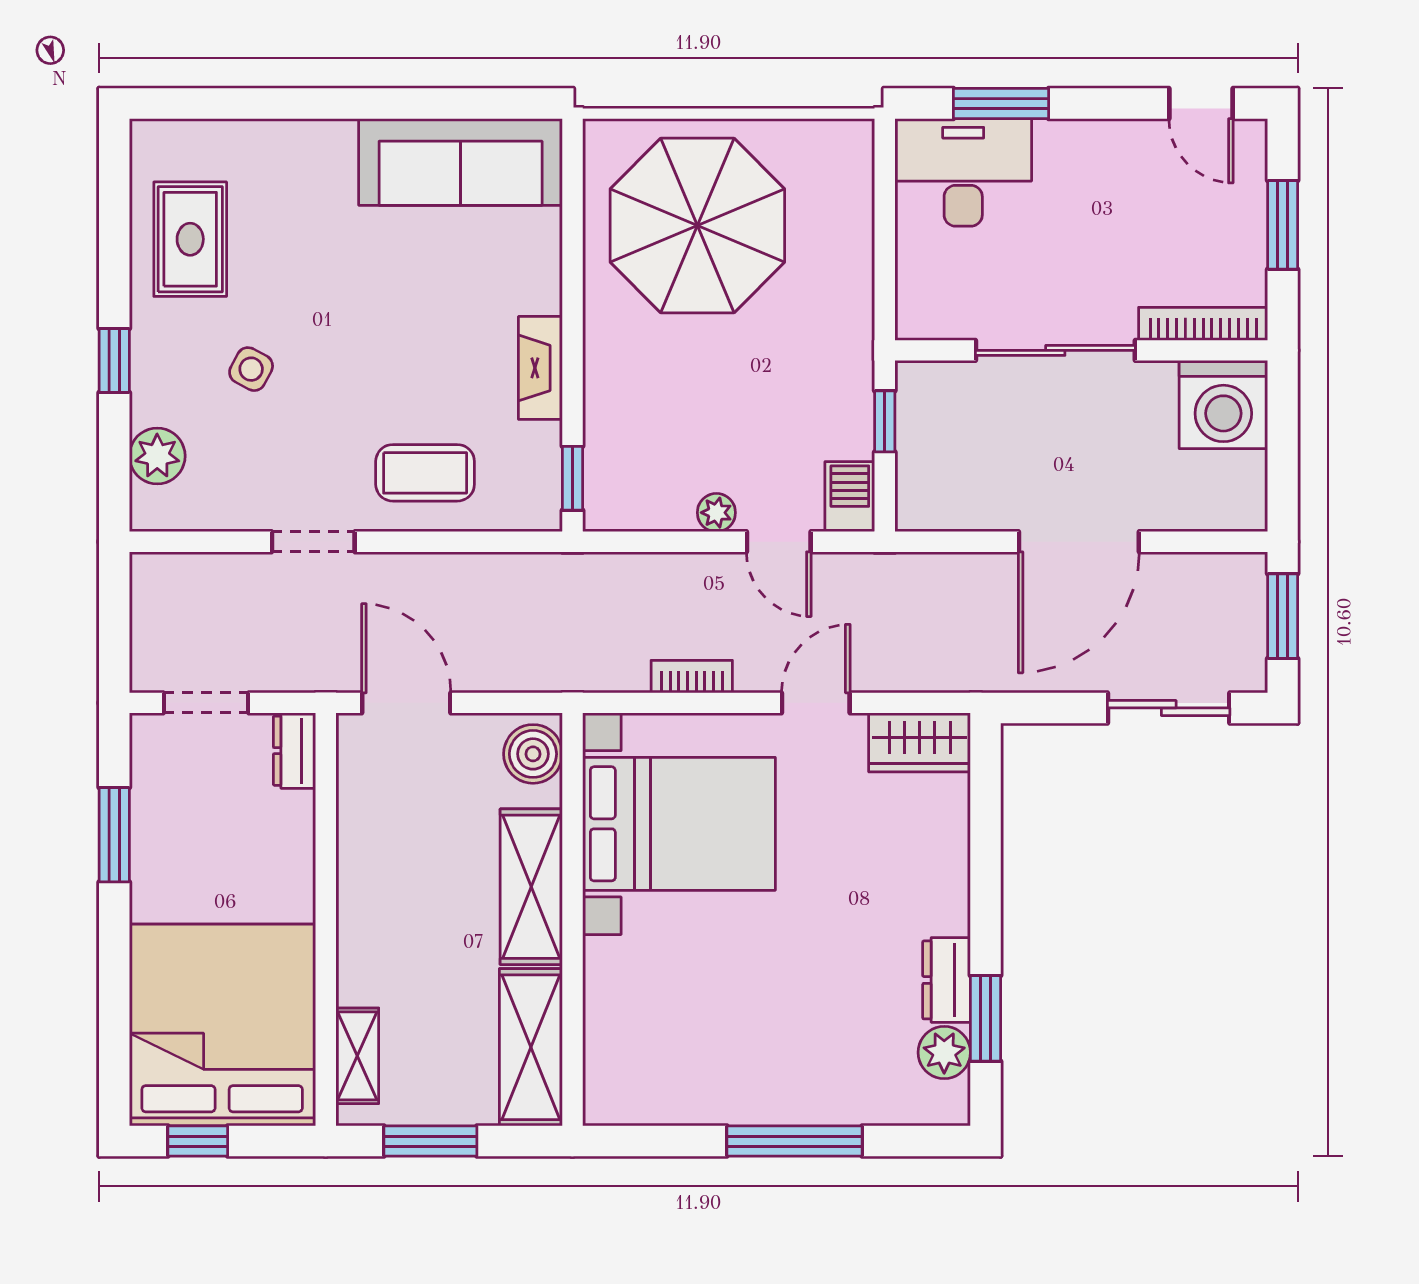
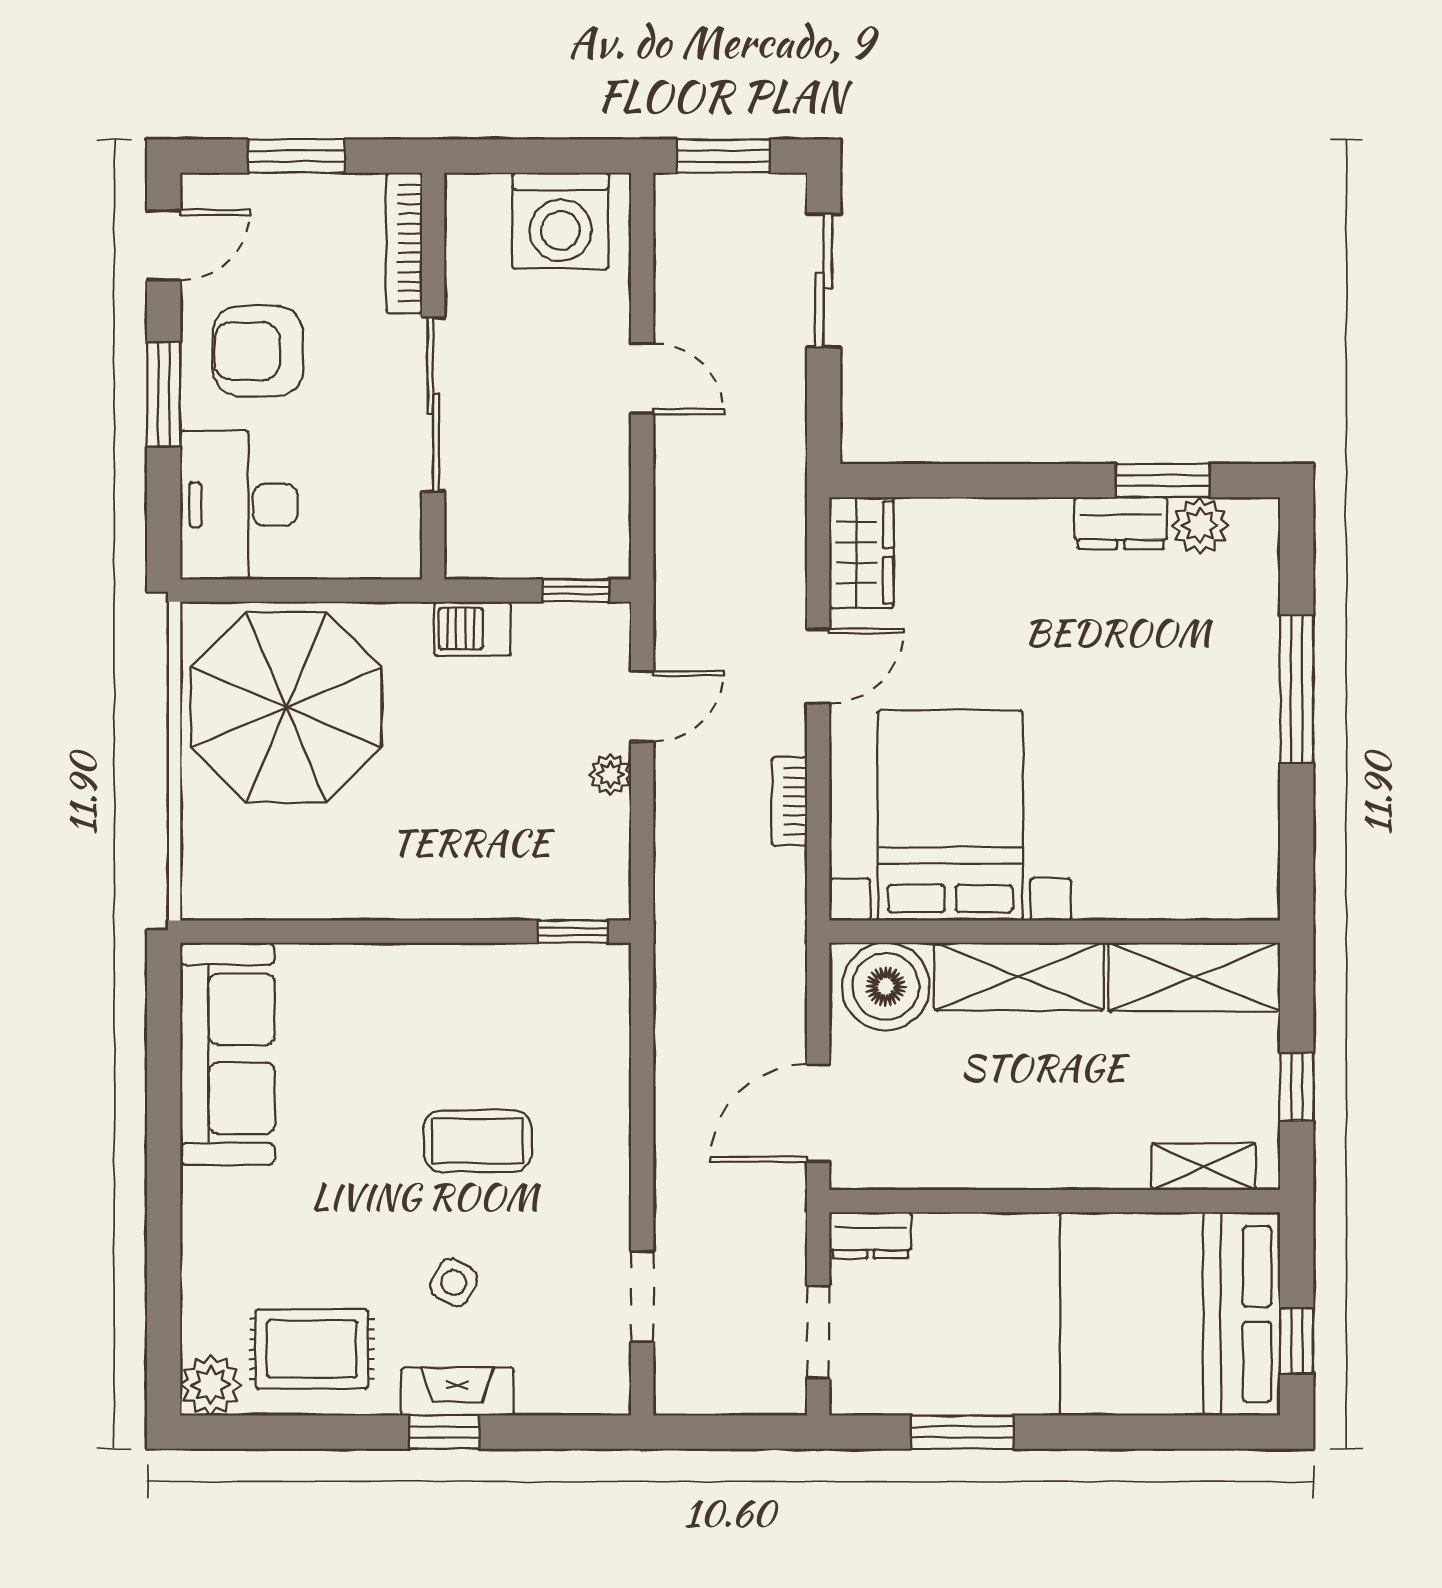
window: (1001, 104) -> (164, 394), moved
armchair: (1104, 190) -> (258, 351), added
parasol: (697, 226) -> (286, 707), moved
fireplace: (540, 368) -> (457, 1392), moved, turned 180
washing machine: (1223, 405) -> (561, 221), moved, turned 90
window: (885, 421) -> (576, 591), moved
plant: (157, 456) -> (211, 1385), moved
coffee table: (425, 473) -> (477, 1141), moved, turned 90
barbecue: (850, 497) -> (472, 629), moved
doorway: (313, 542) -> (642, 1296), moved
door: (1079, 542) -> (642, 379), width x0.53
door: (816, 703) -> (818, 666), swing flipped
boiler: (533, 754) -> (886, 986), width x1.37, depth x1.37
window: (430, 1141) -> (1297, 1087), width x0.67

